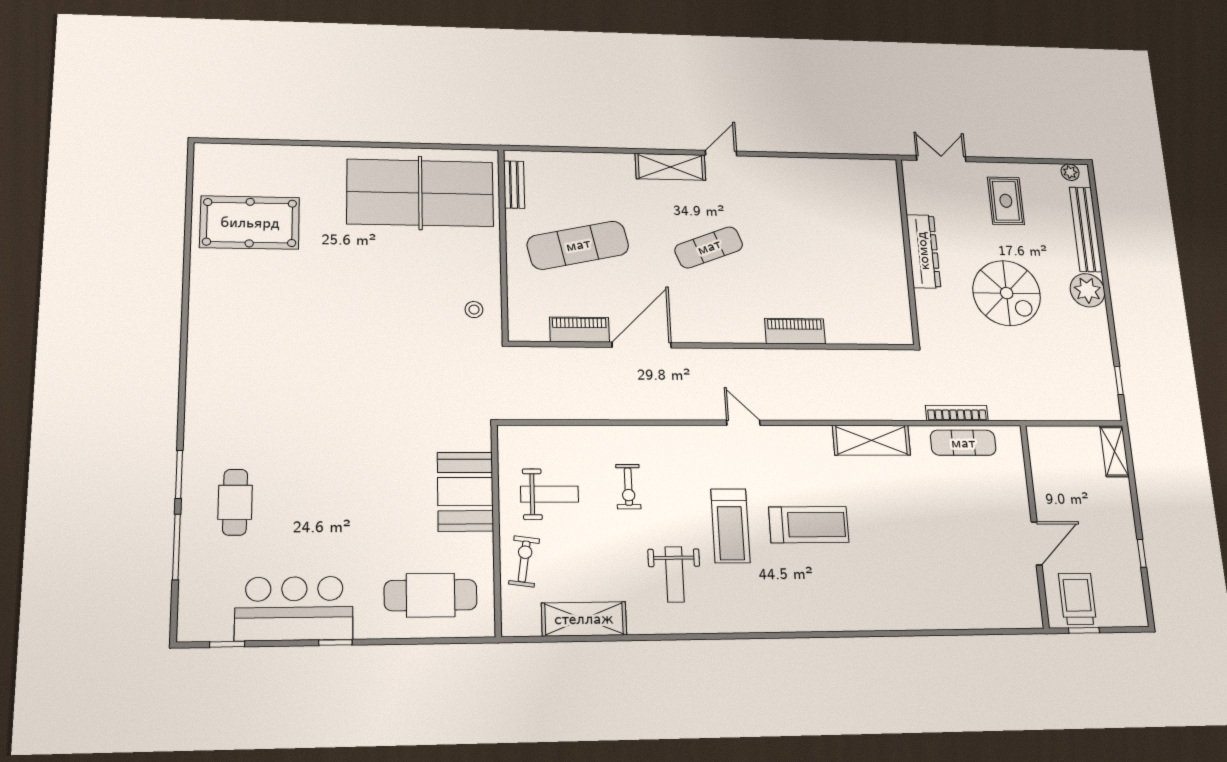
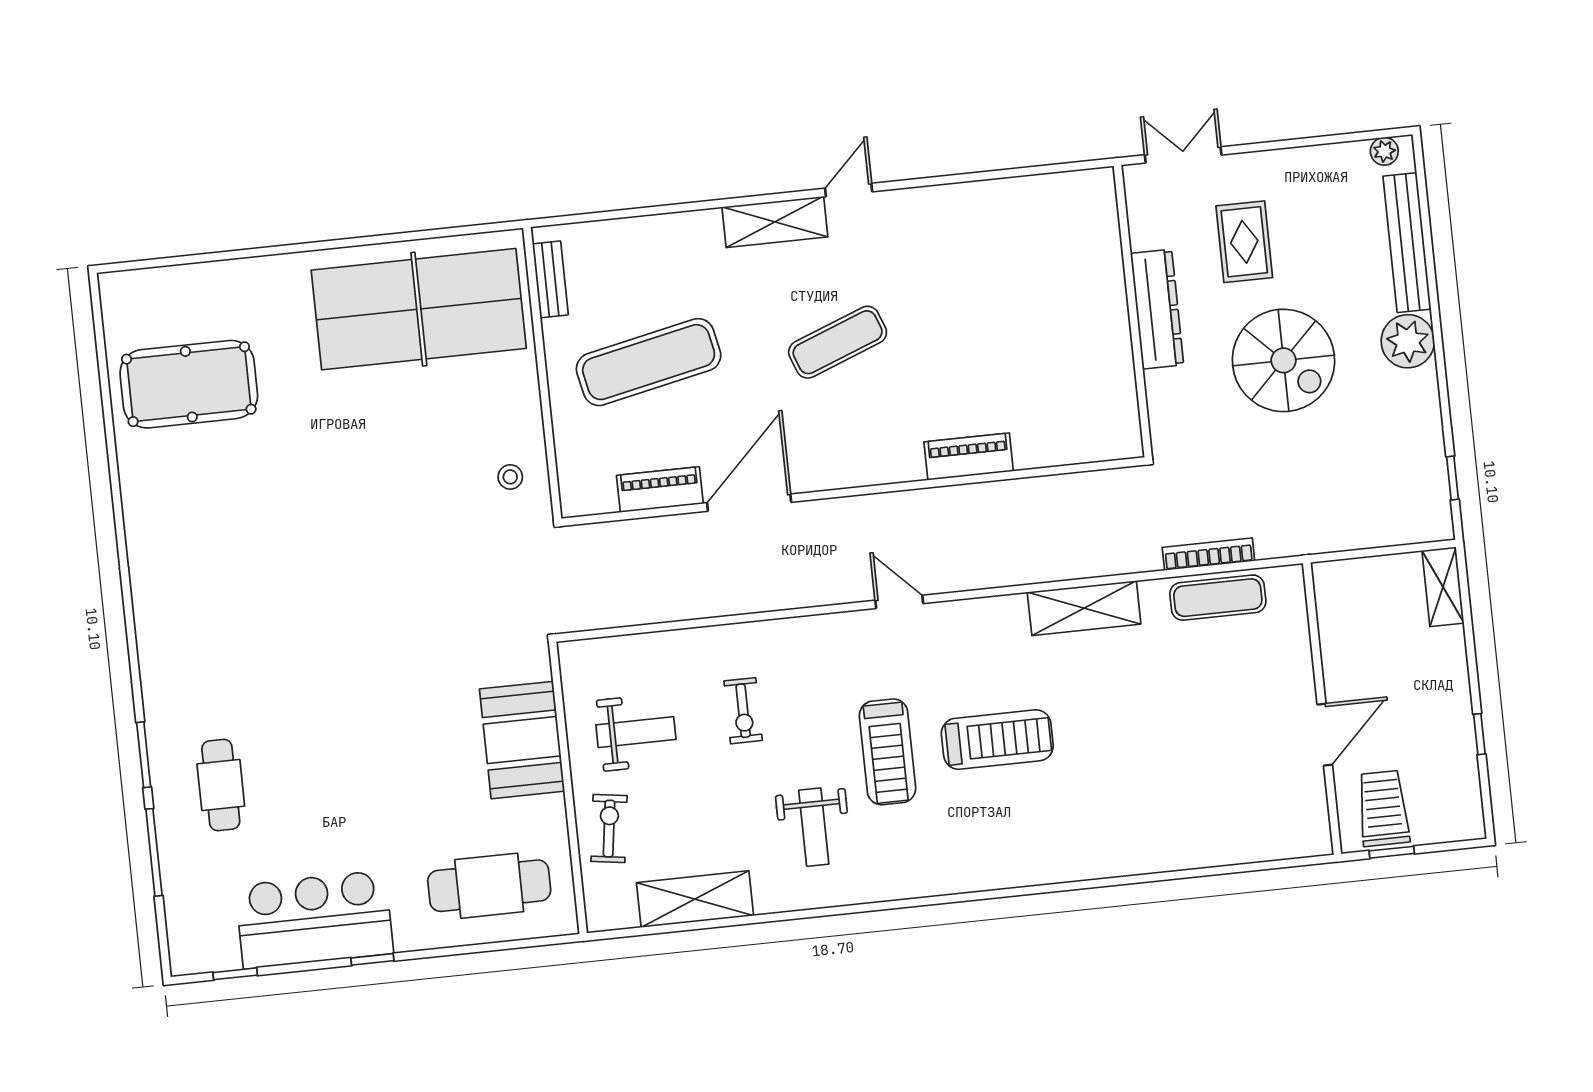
rug: (1006, 201) -> (1244, 242), moved

